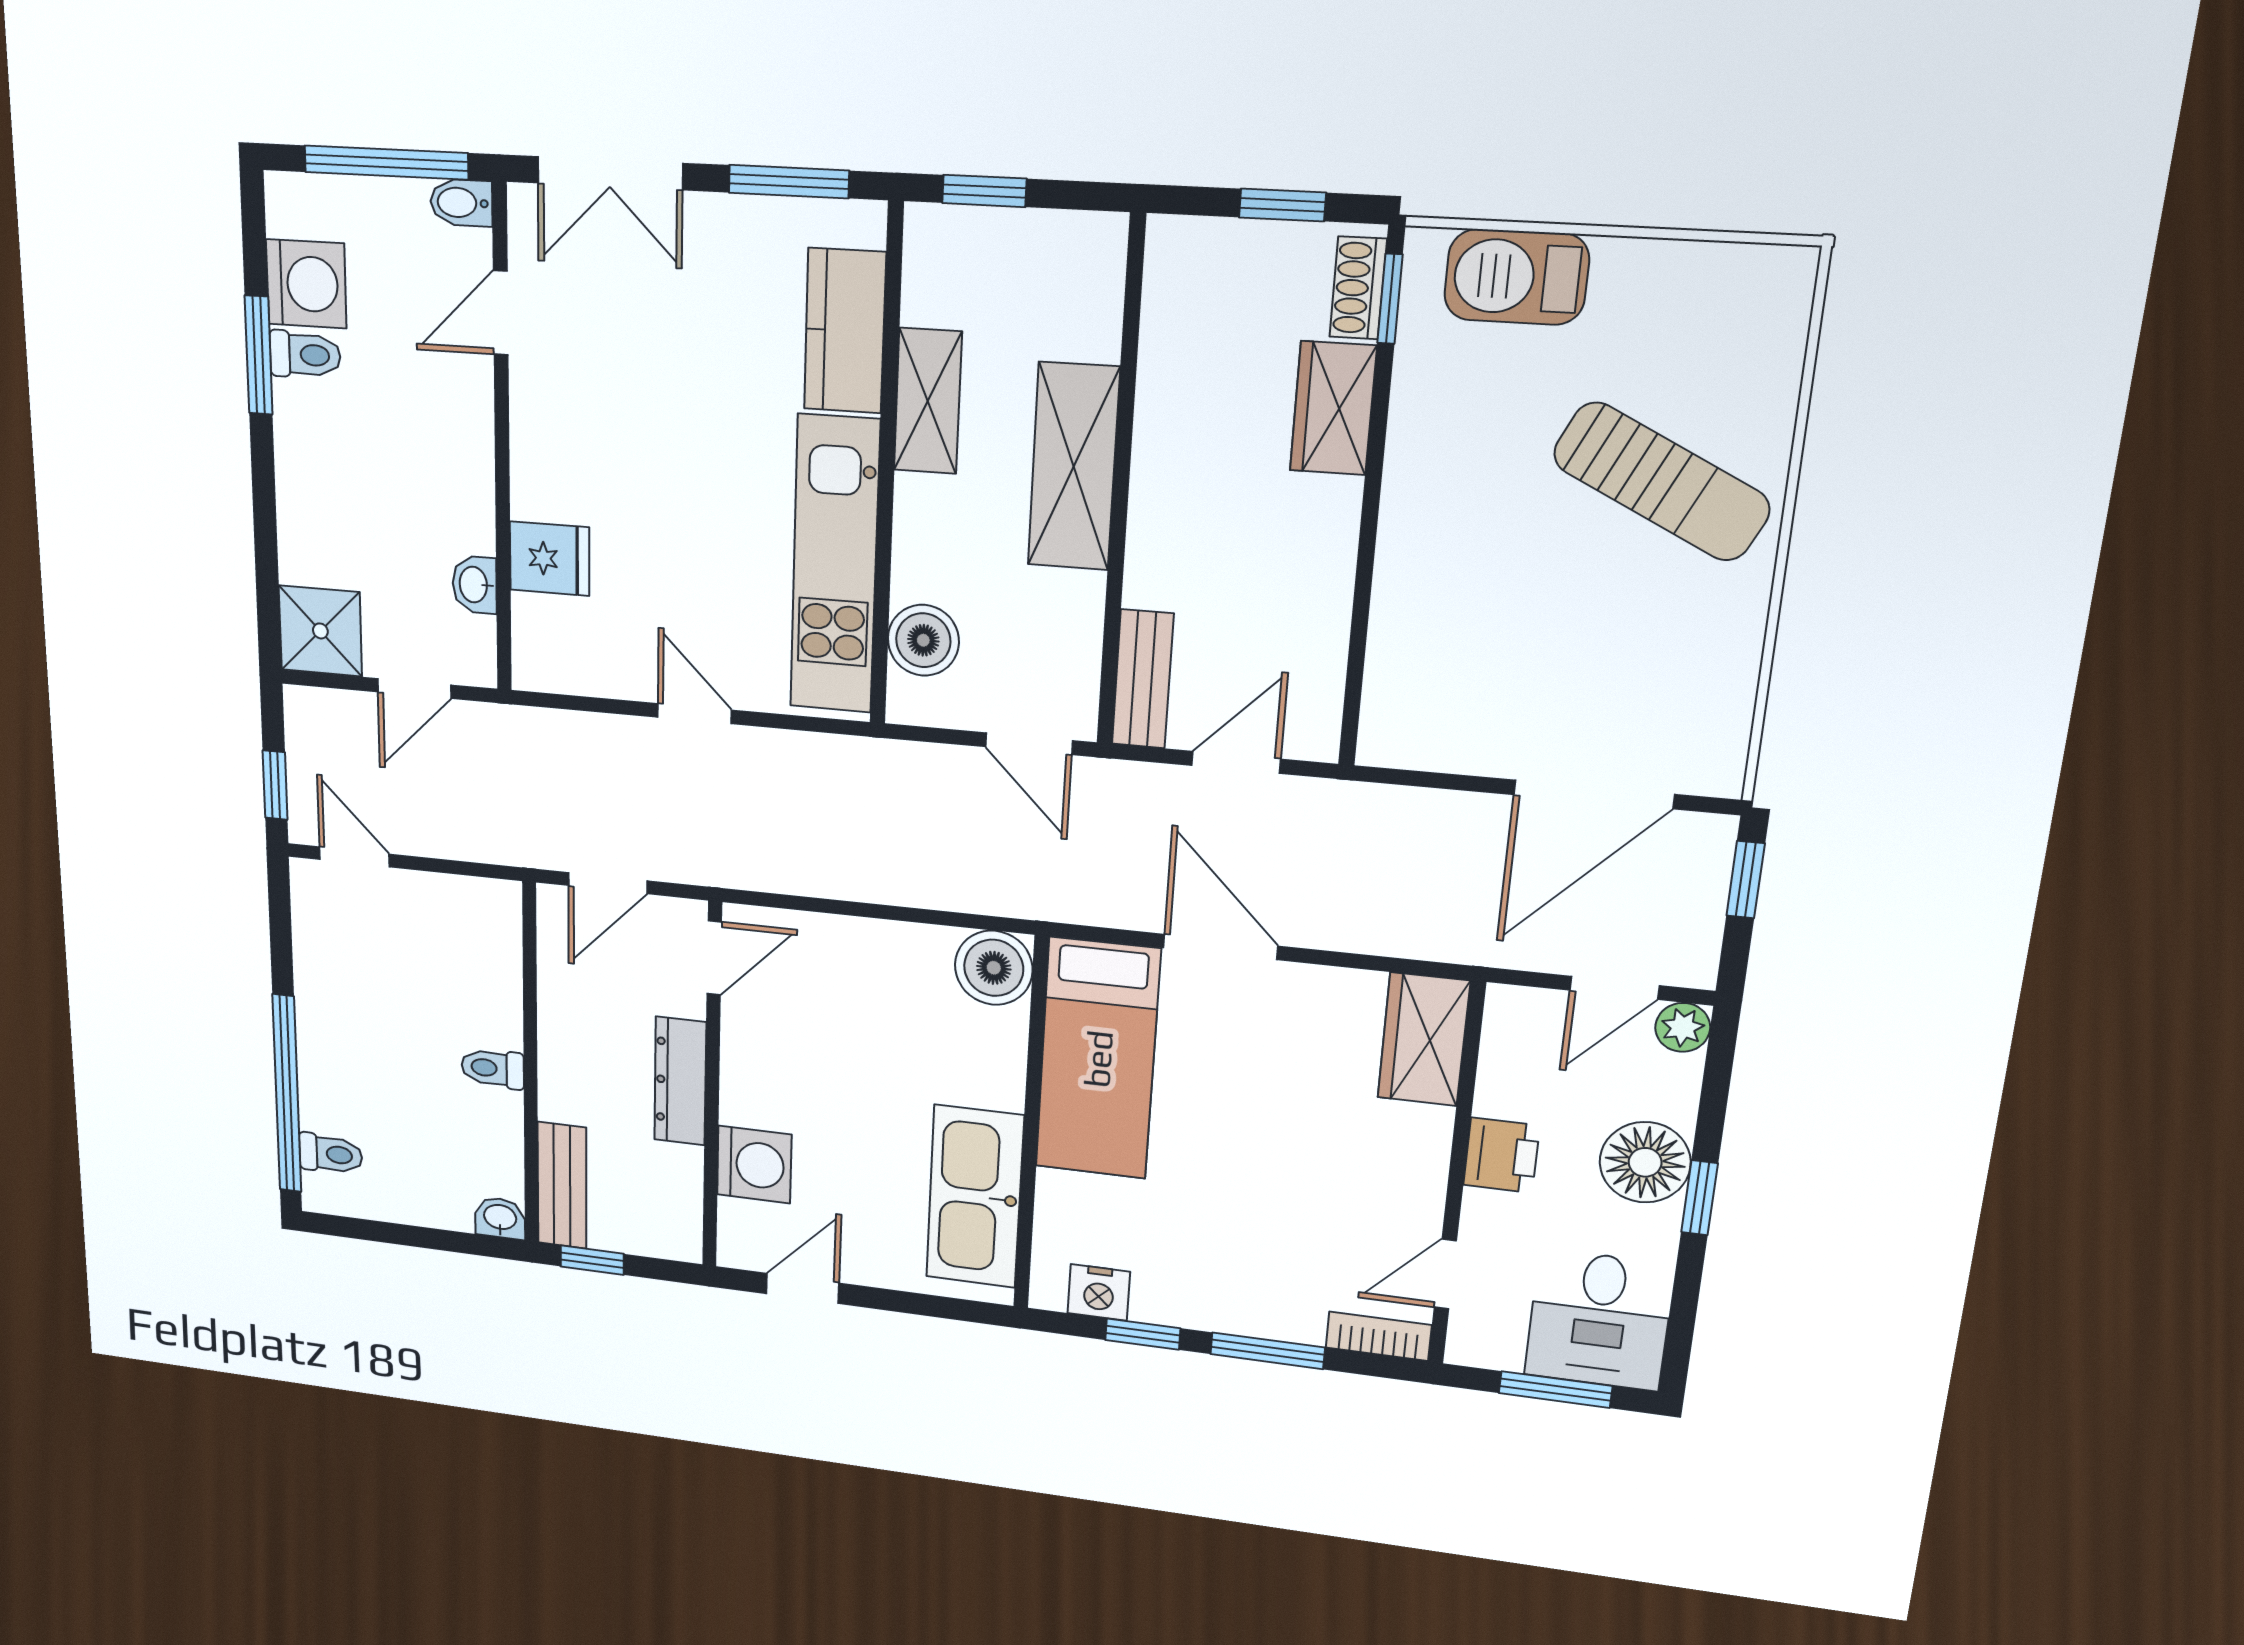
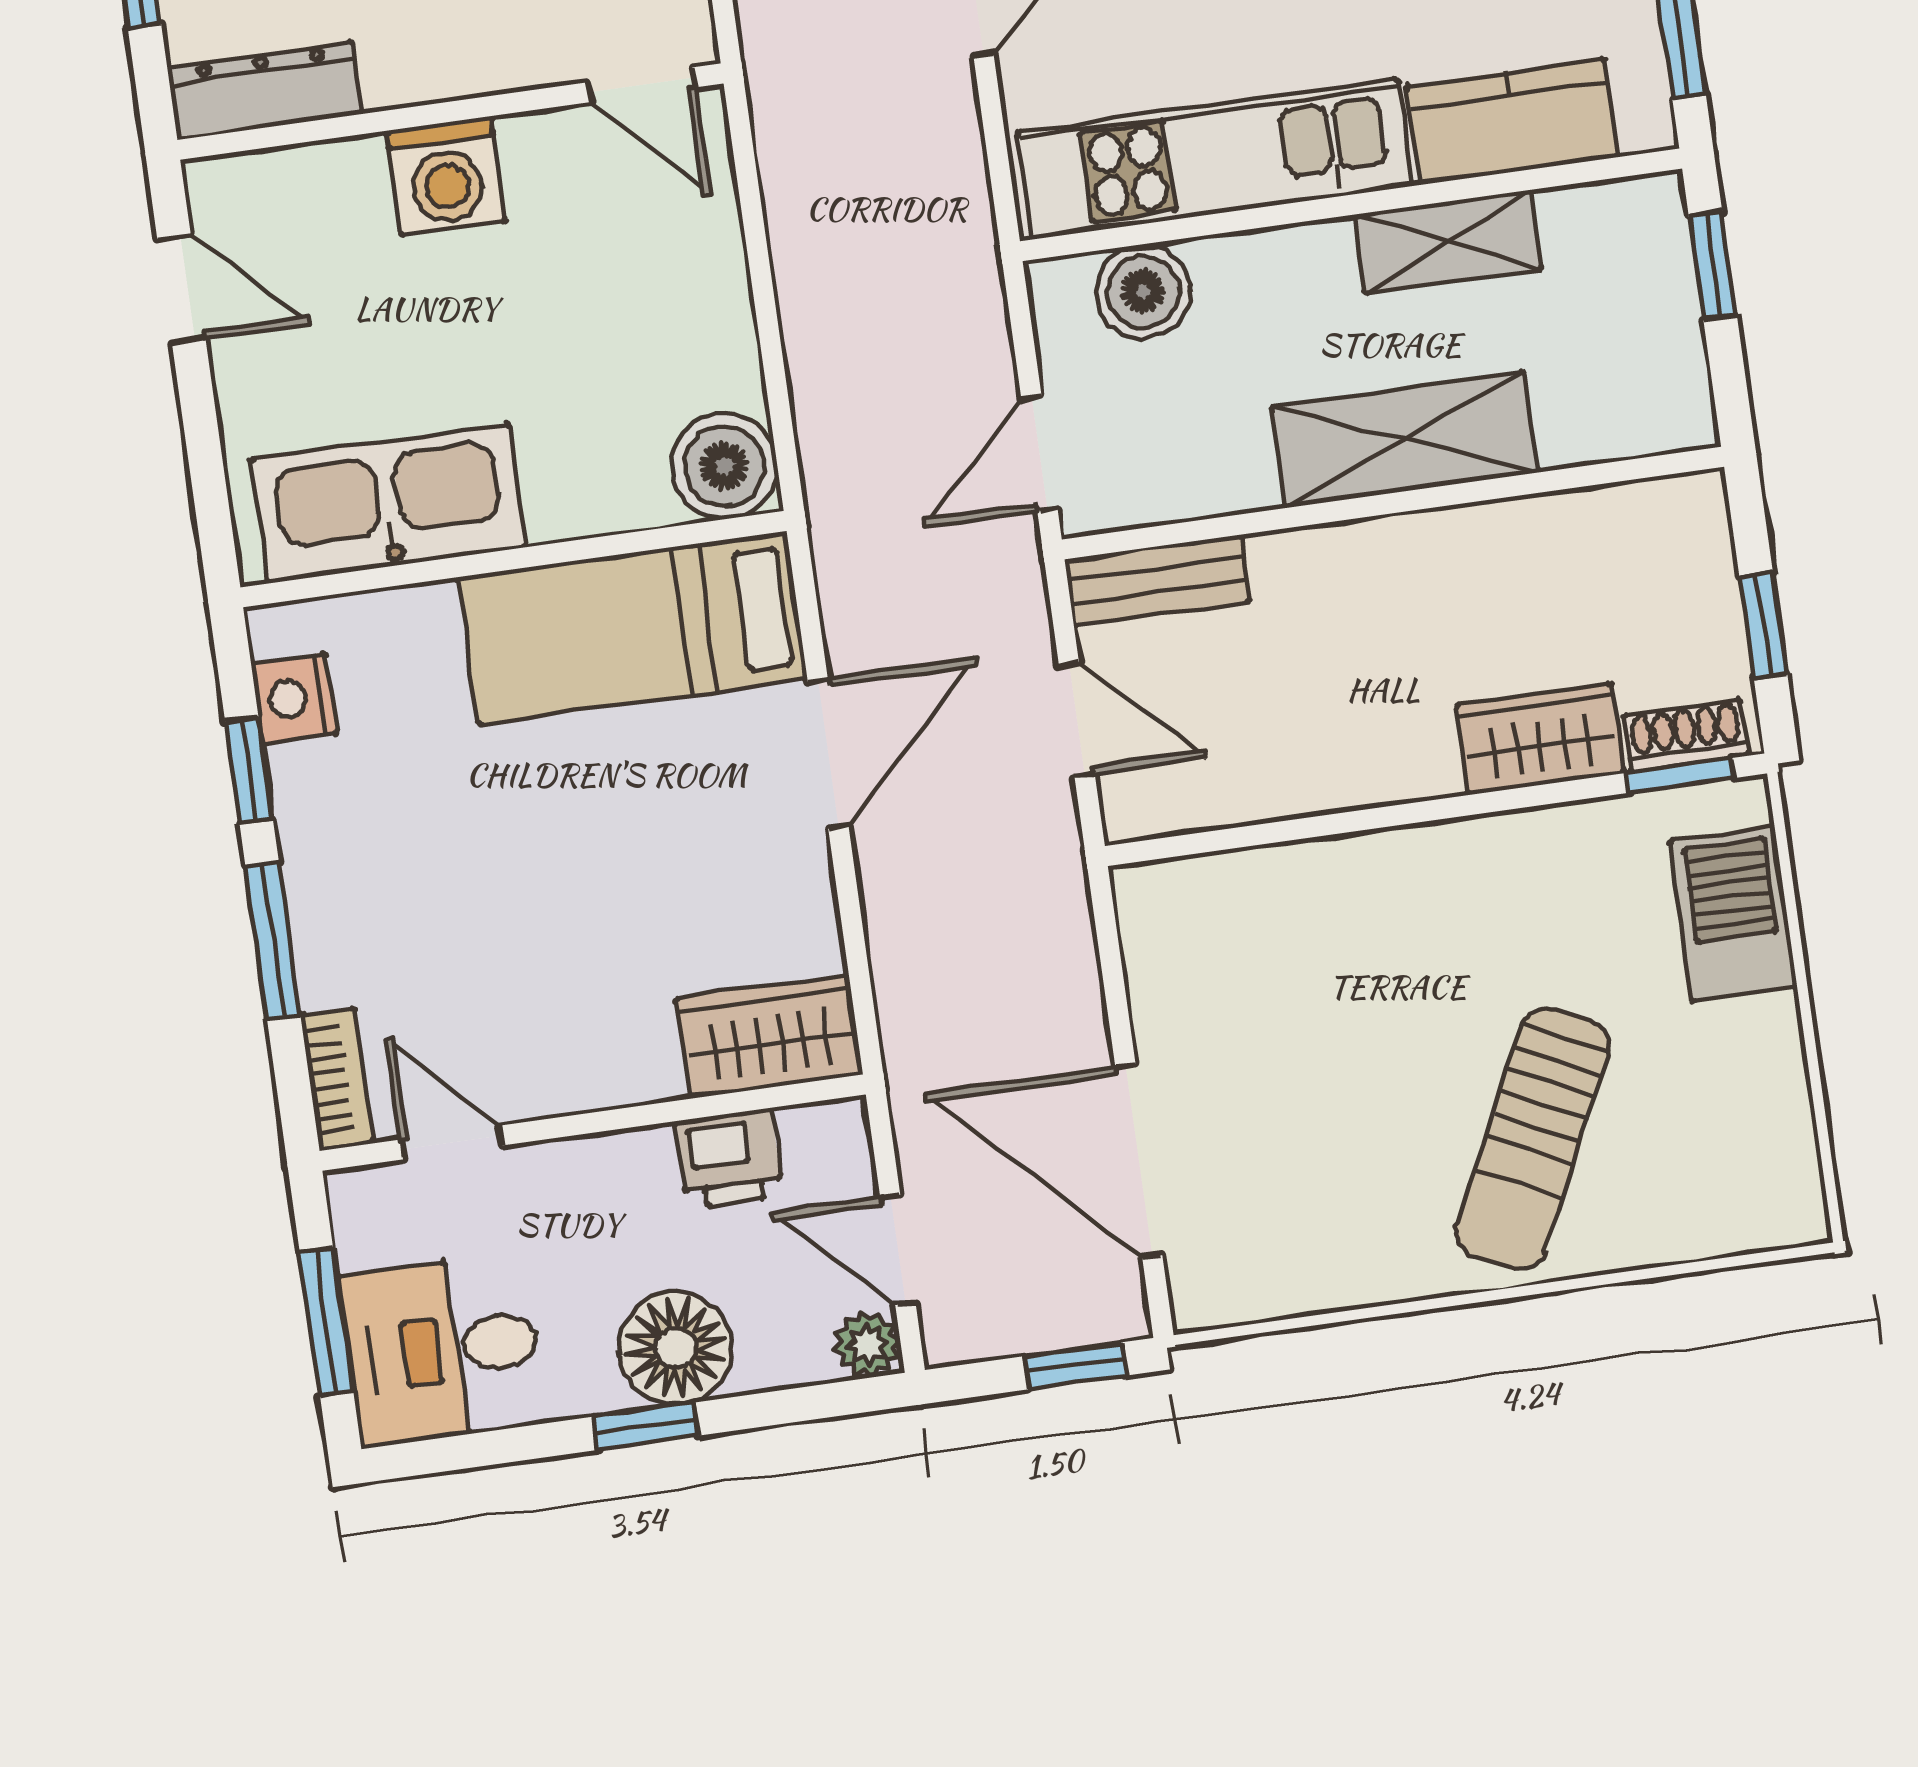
dresser: (680, 1081) -> (265, 91), moved
printer: (1501, 1155) -> (729, 1158), moved
washing machine: (754, 1165) -> (446, 176), moved

